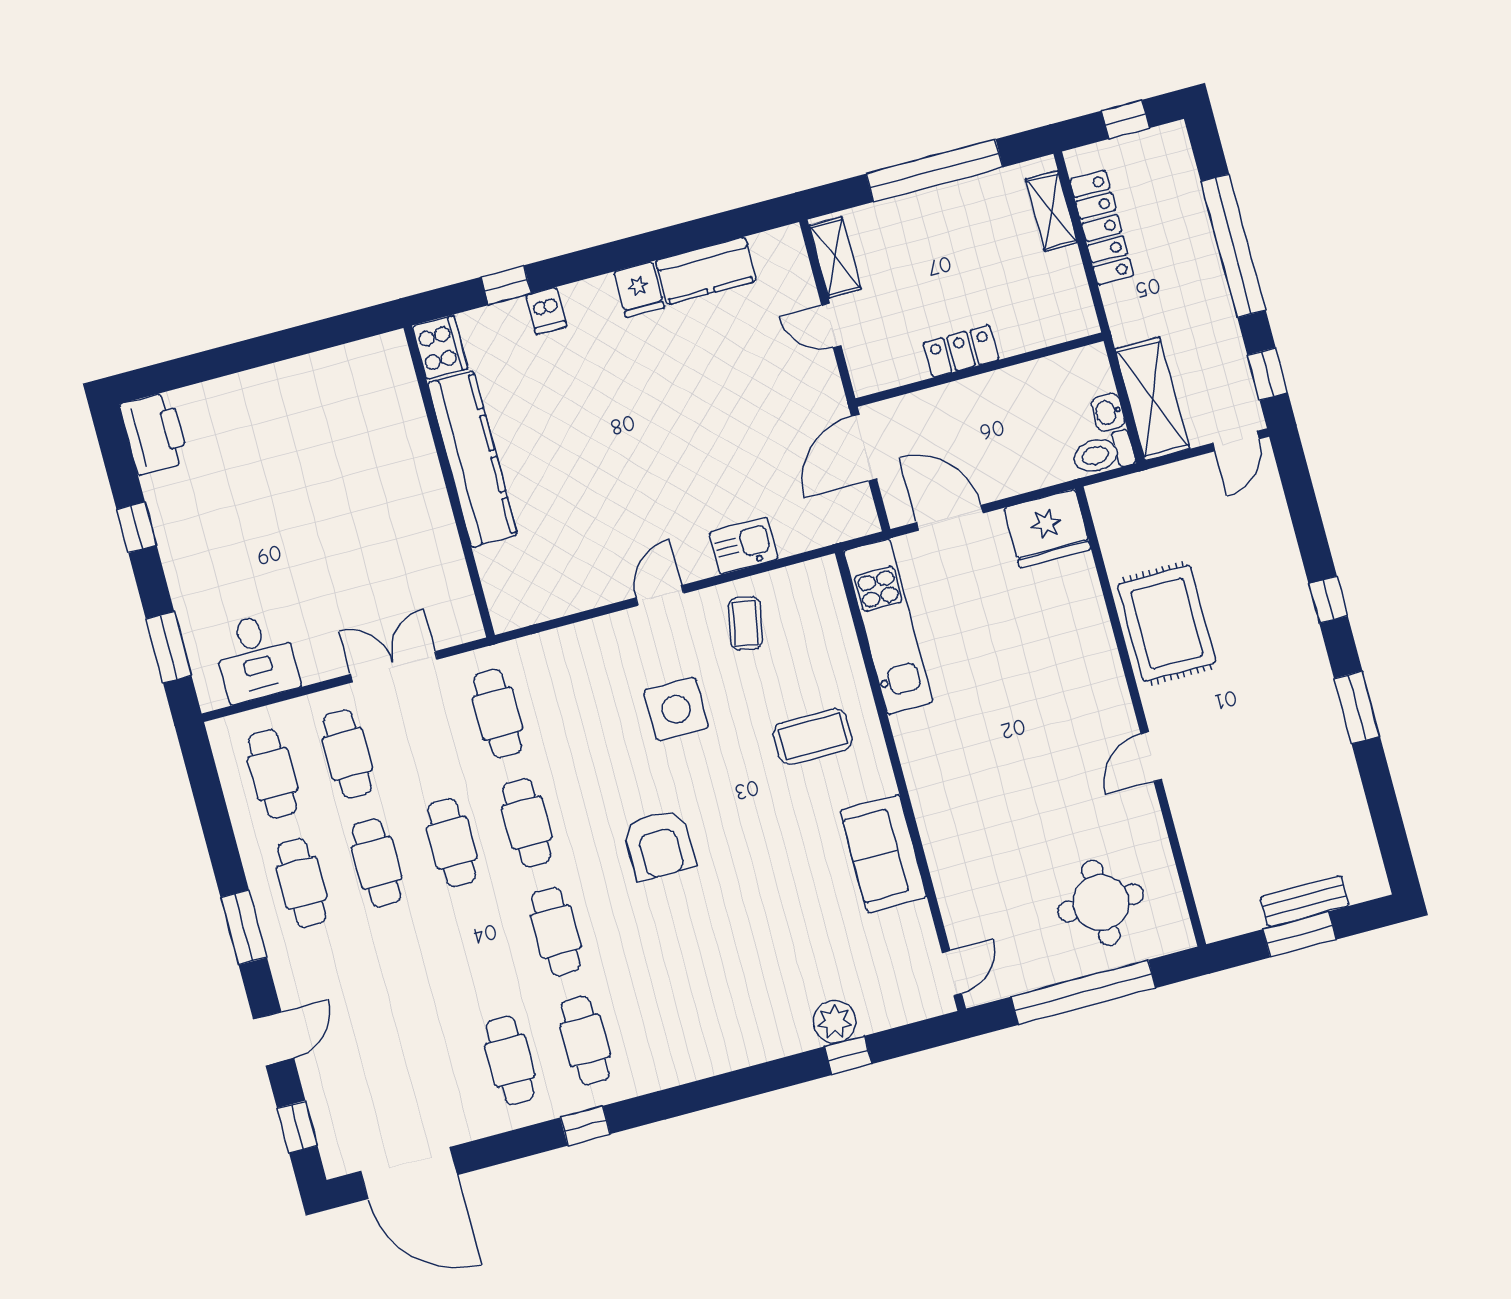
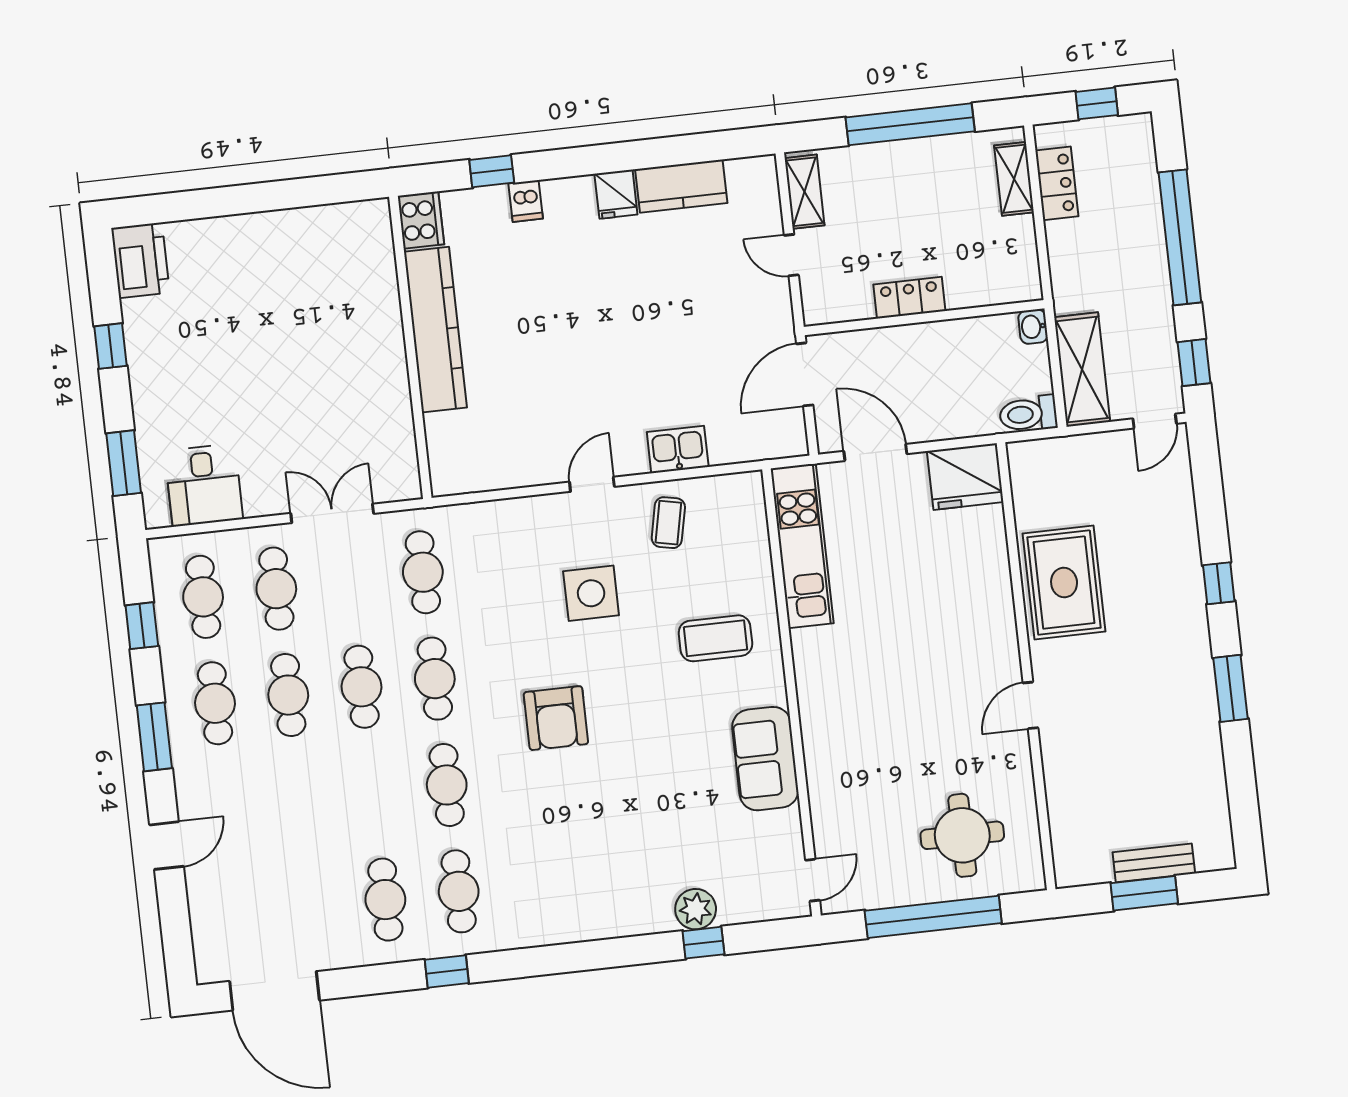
locker: (1102, 228) -> (1057, 183), width x0.66
washbasin: (1108, 412) -> (1033, 327), moved
window: (297, 1127) -> (142, 626), moved

